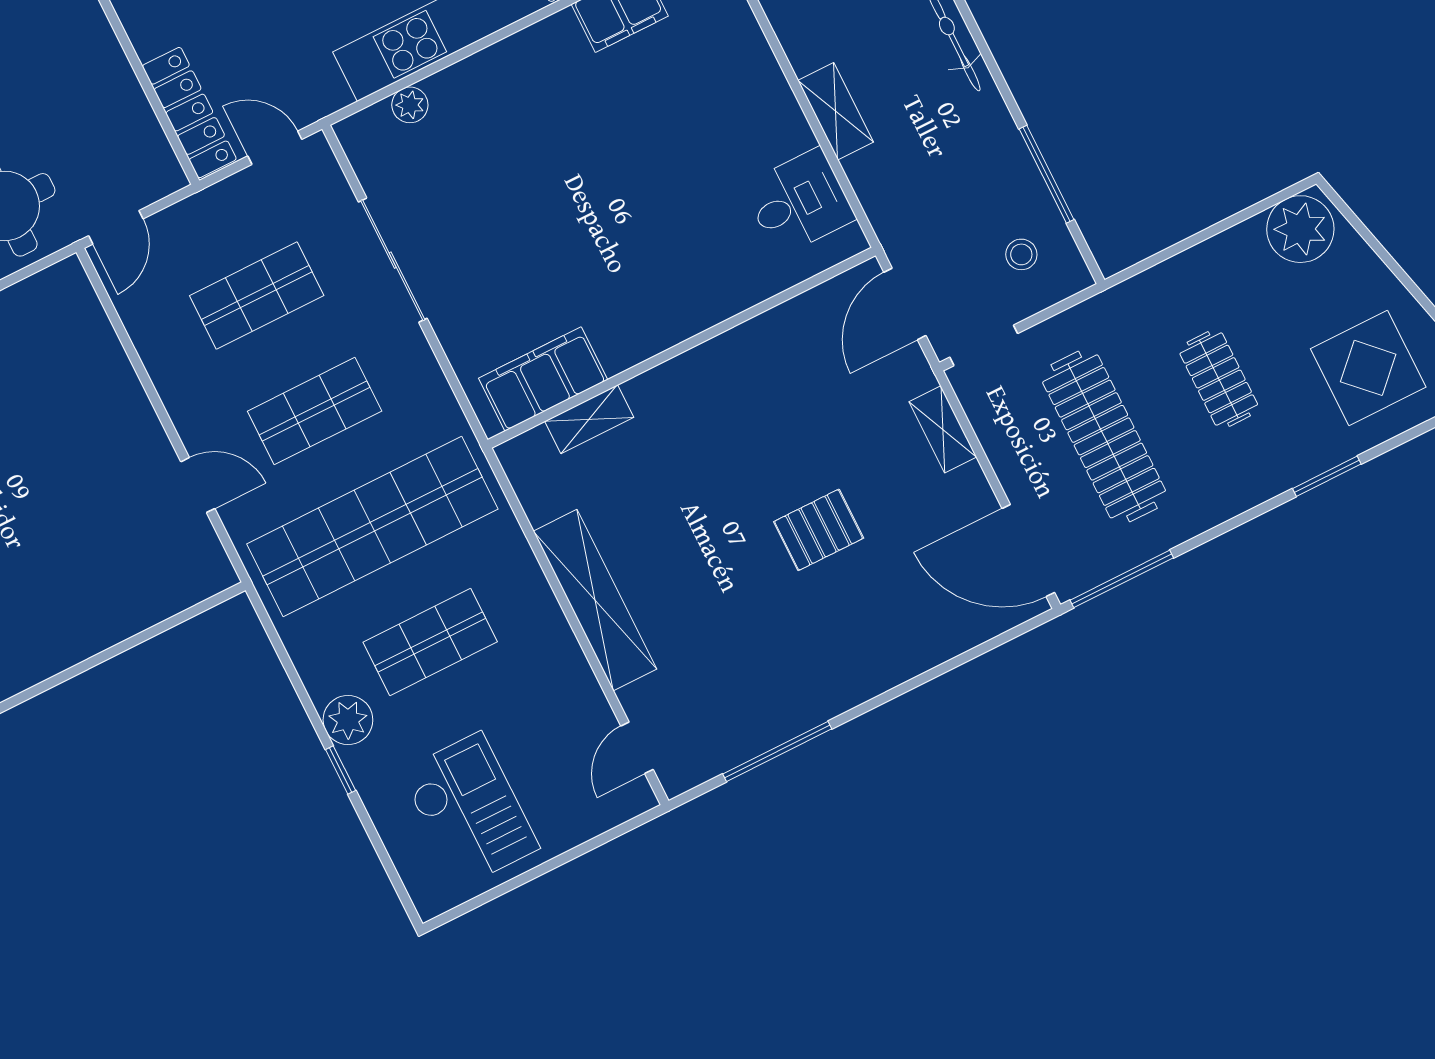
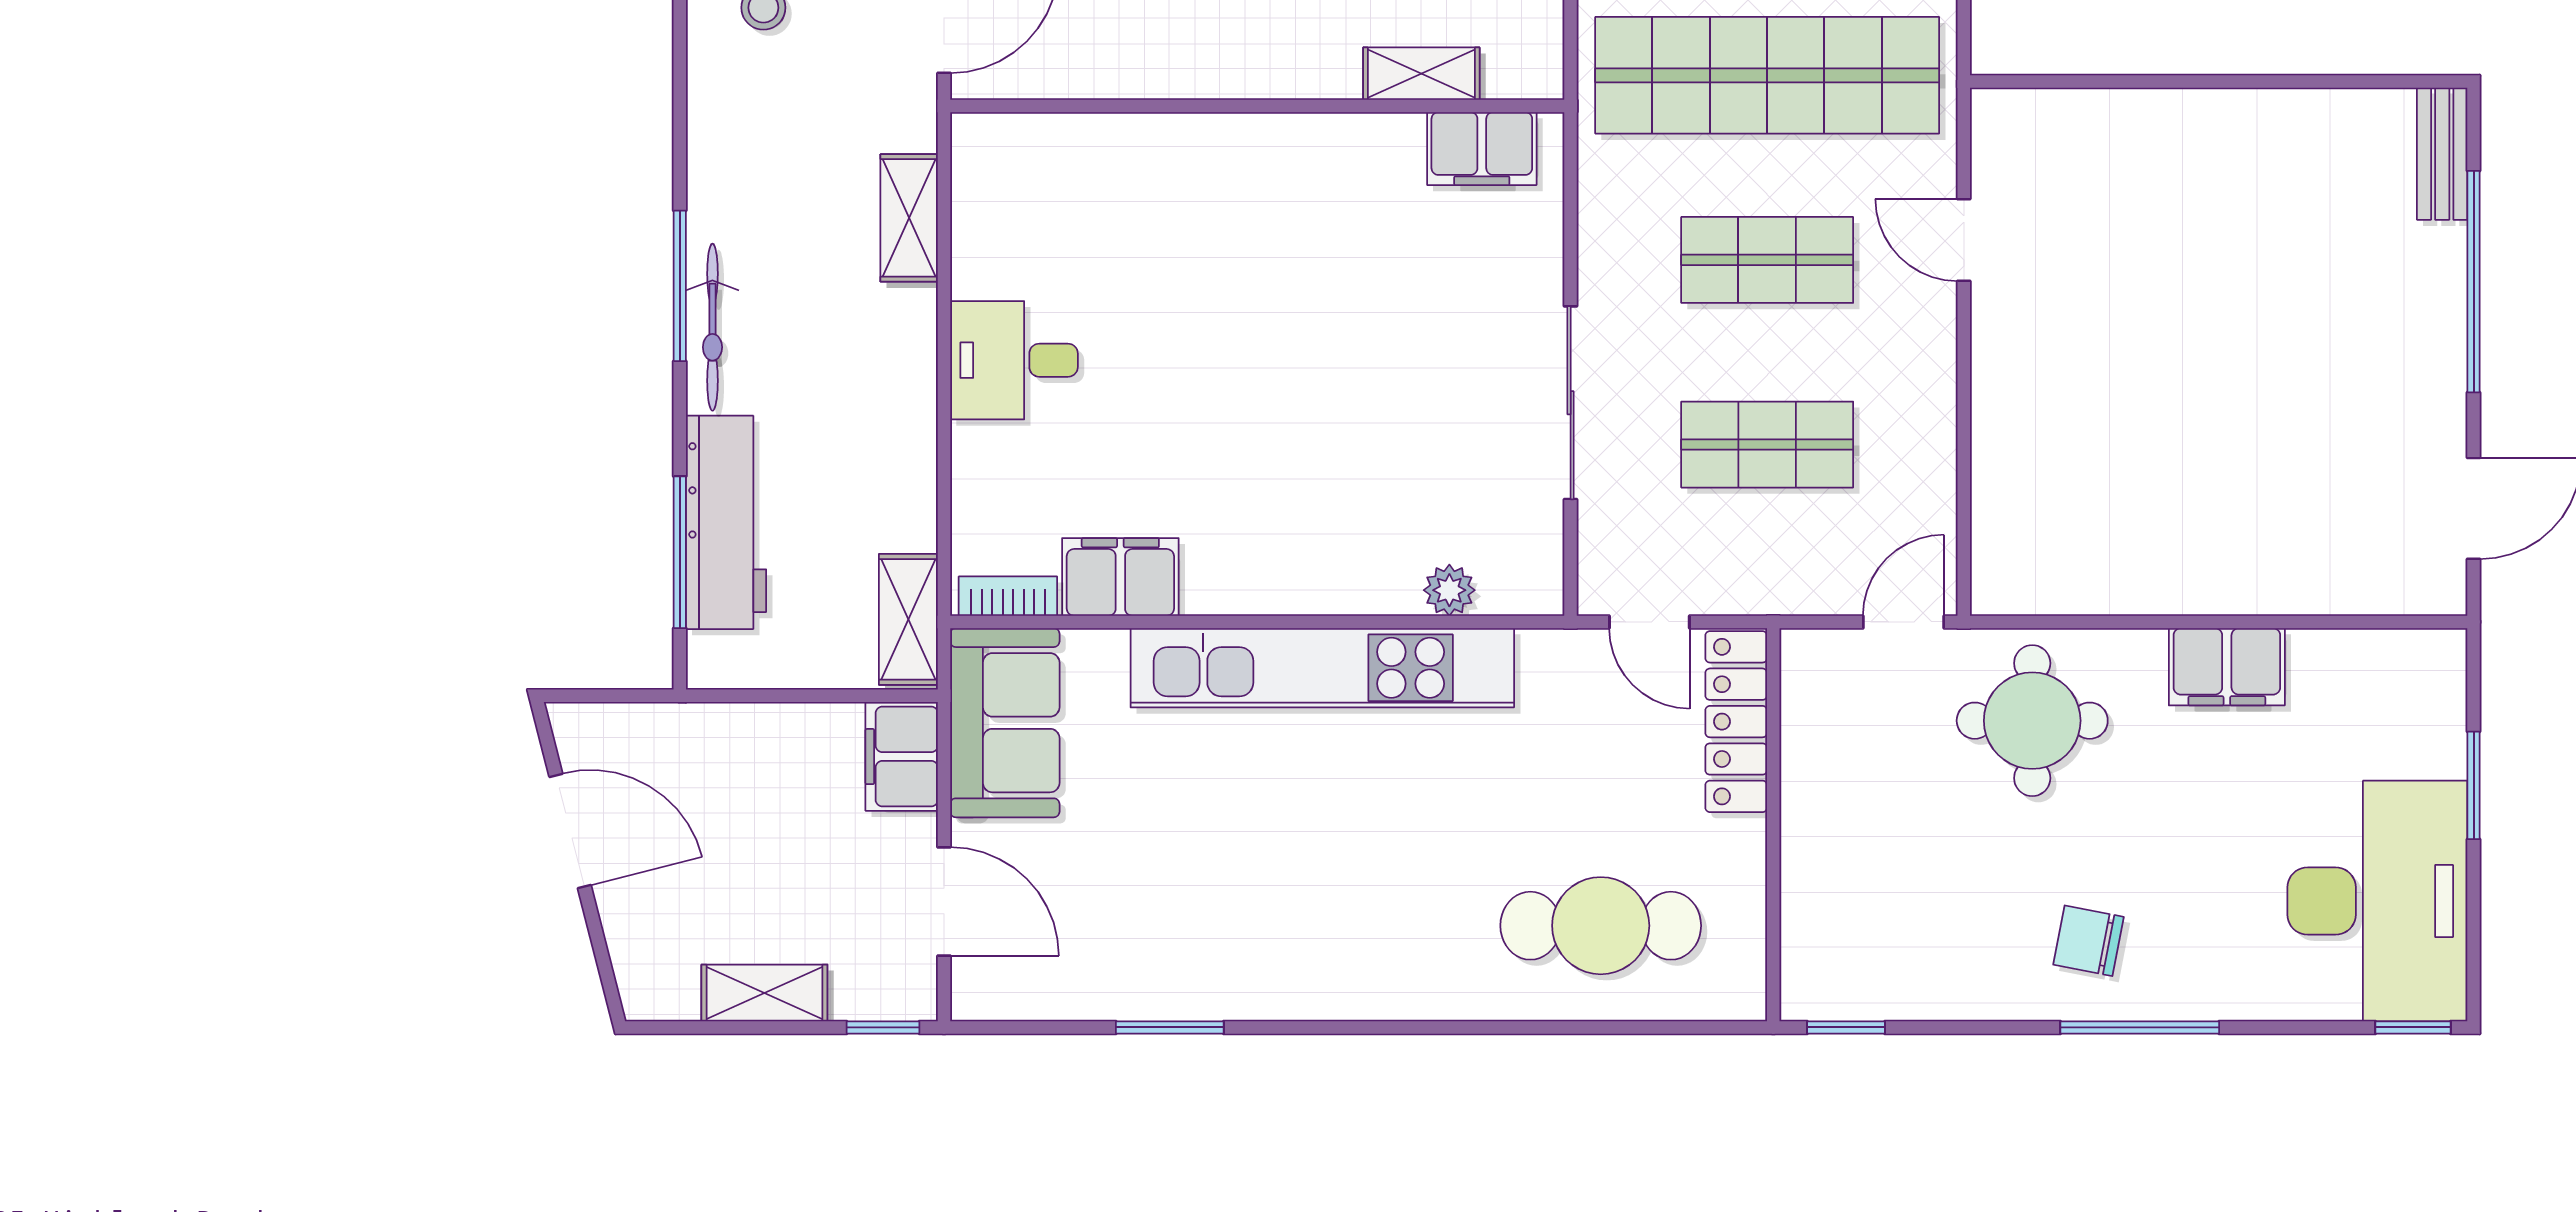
shelving: (836, 111) -> (909, 218), moved
window: (1047, 174) -> (680, 286), moved
desk: (799, 202) -> (1014, 360), moved
filing cabinet: (543, 379) -> (1482, 149), width x0.67, depth x0.86

